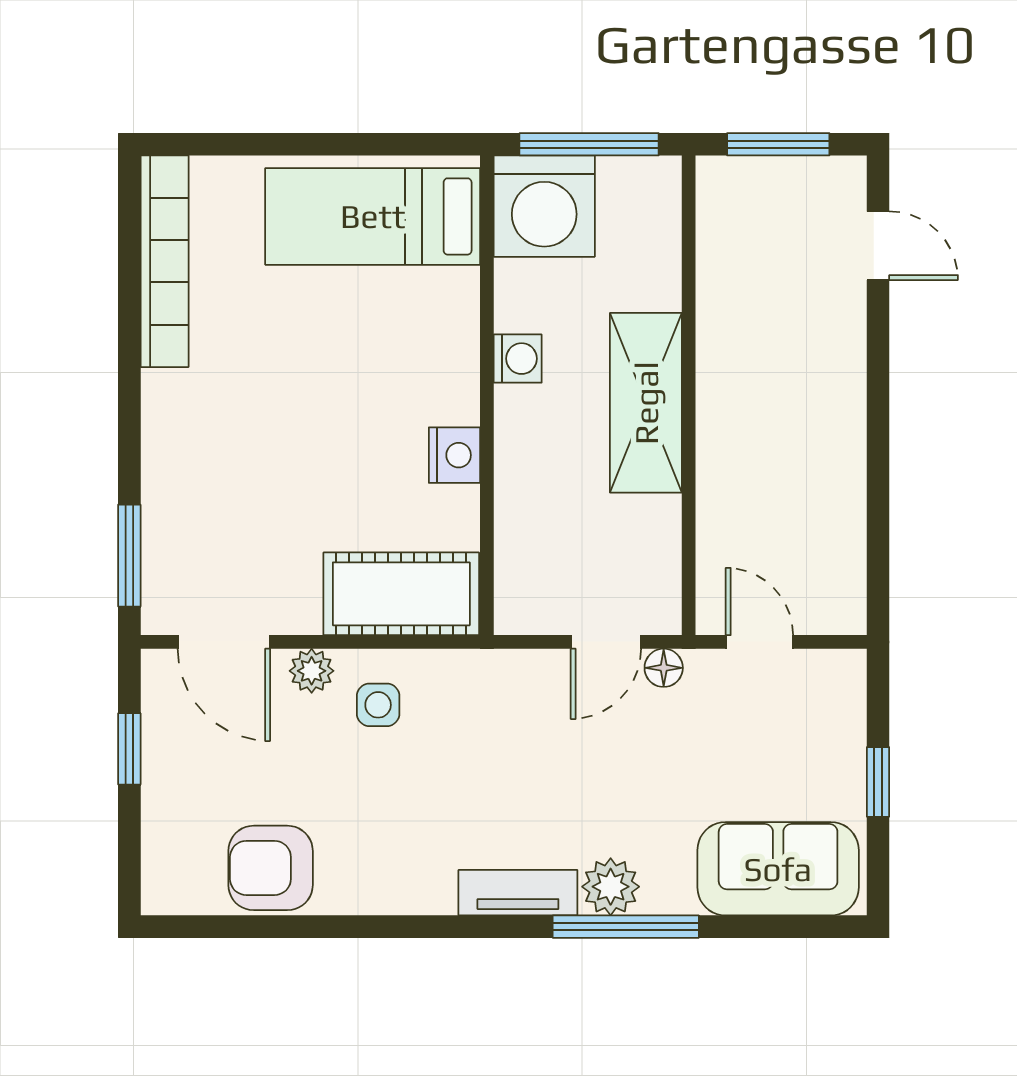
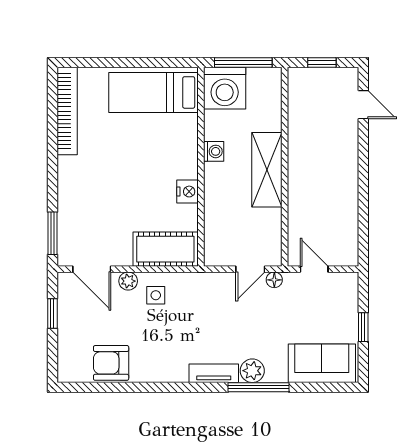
window: (778, 144) -> (322, 62), width x0.67

